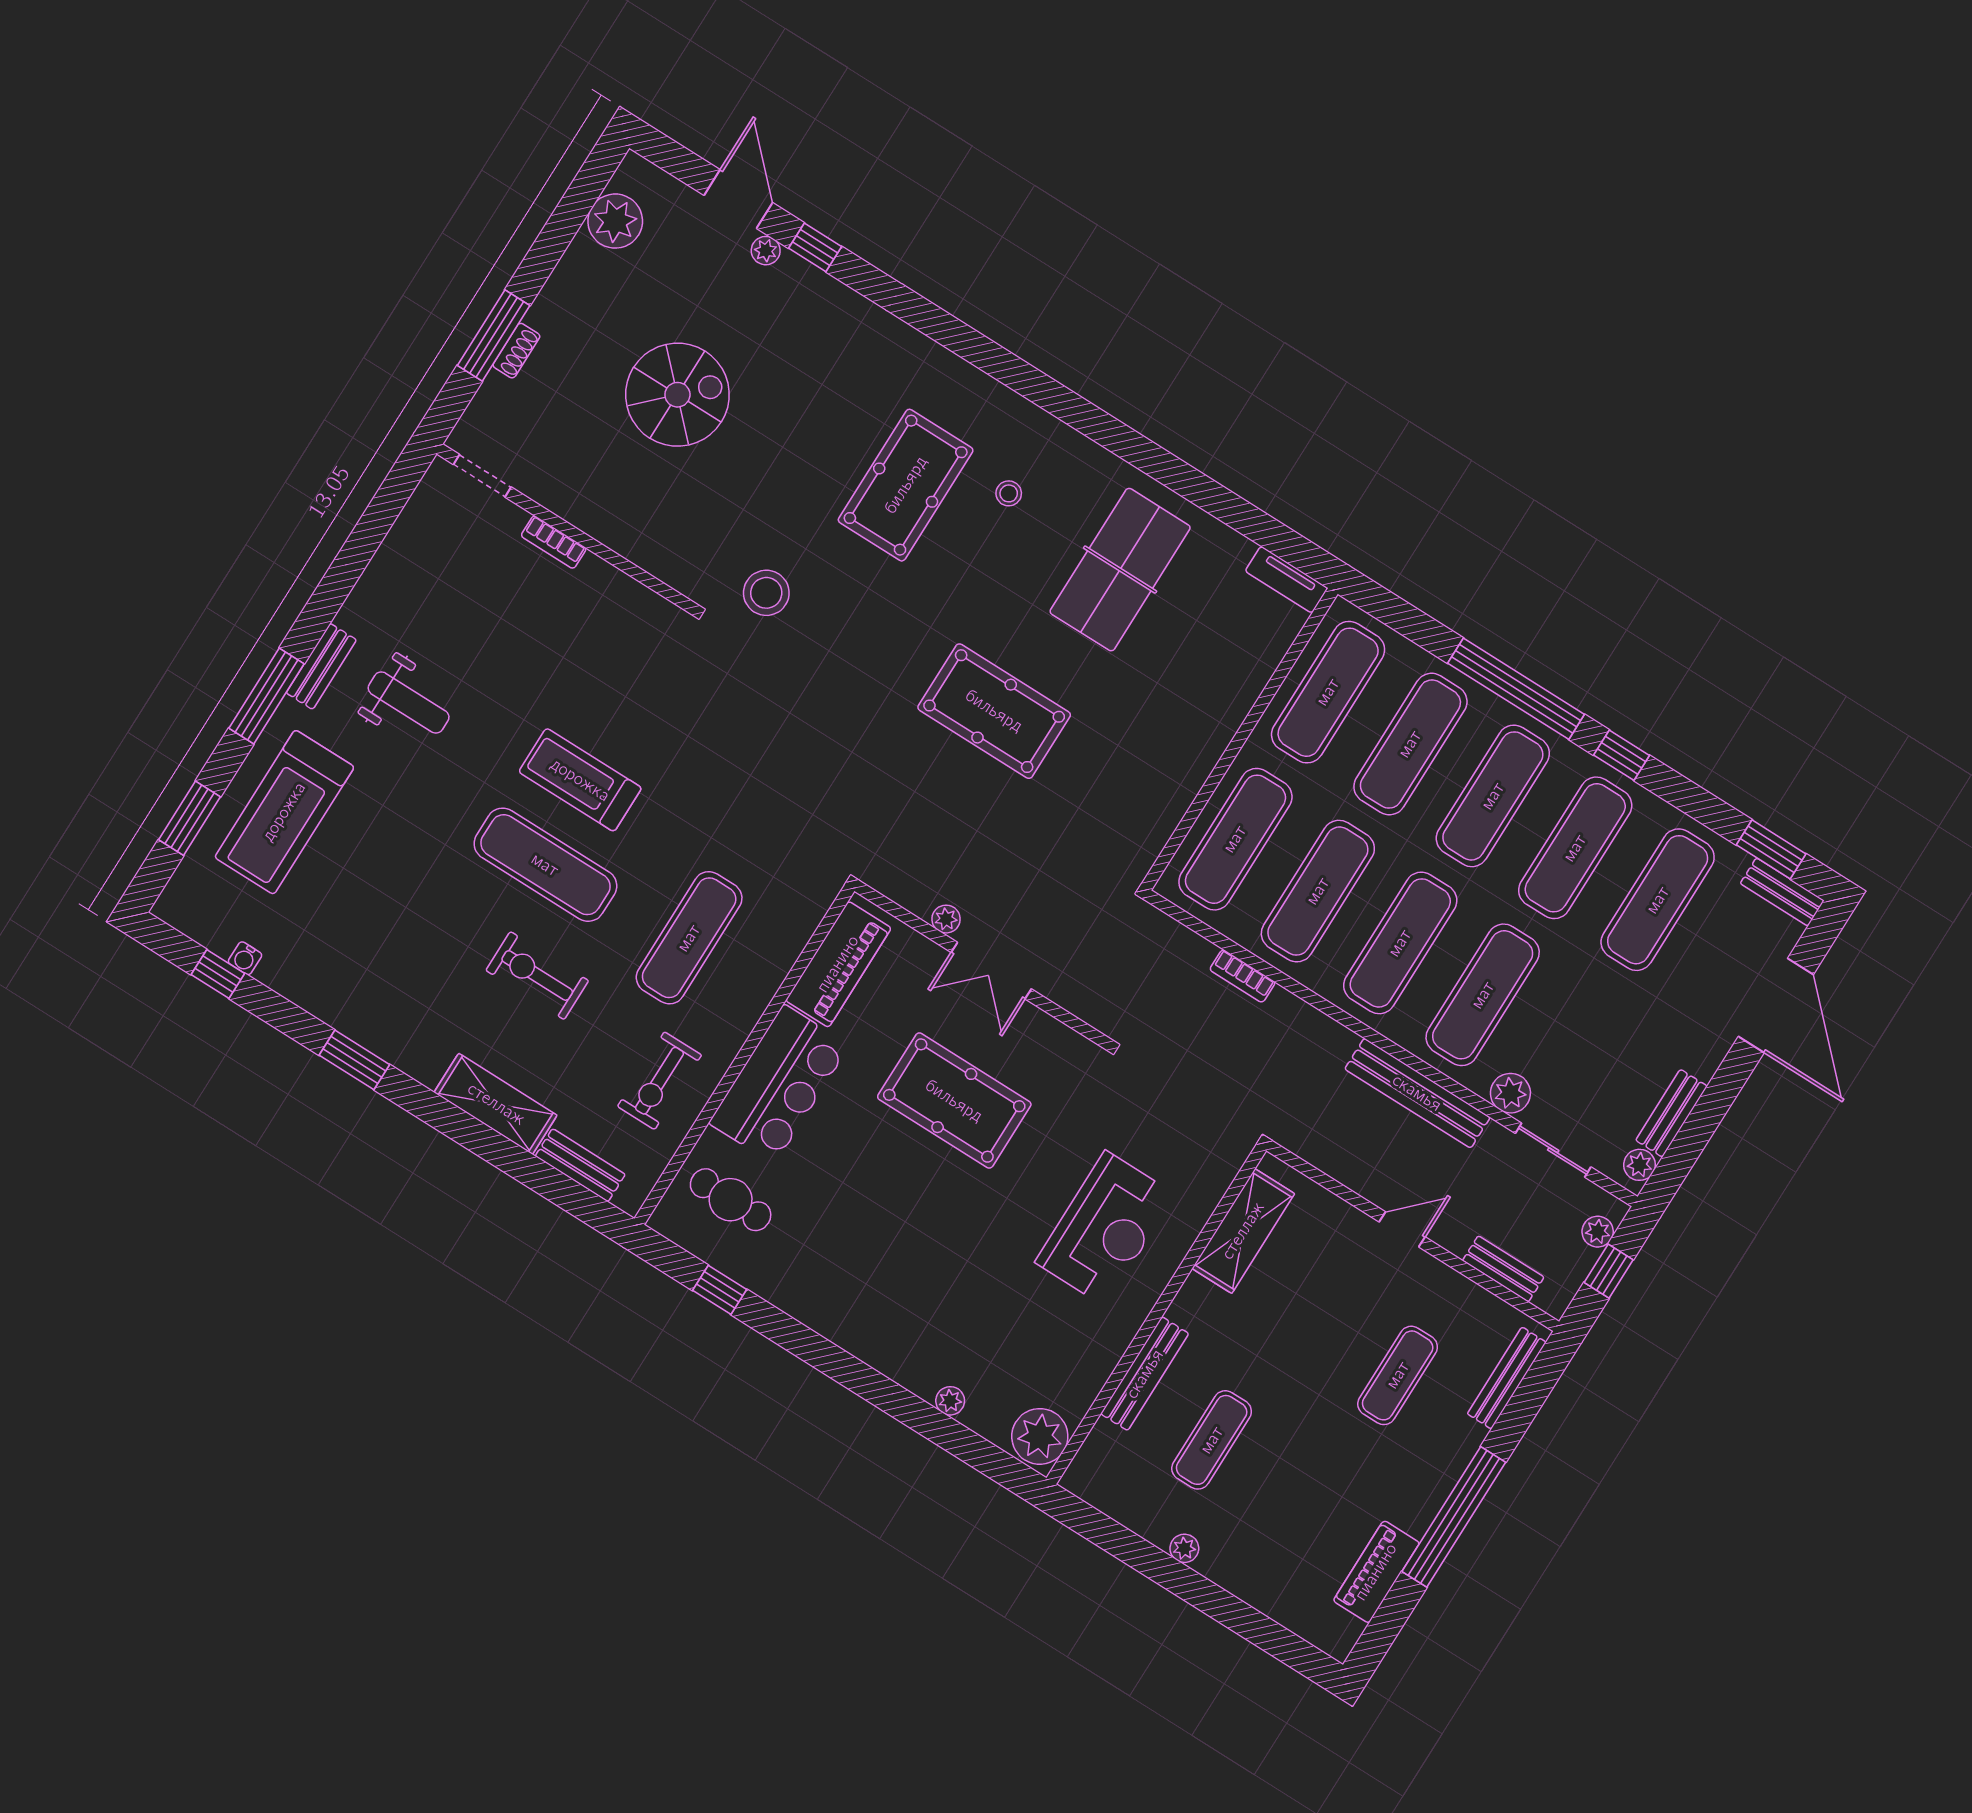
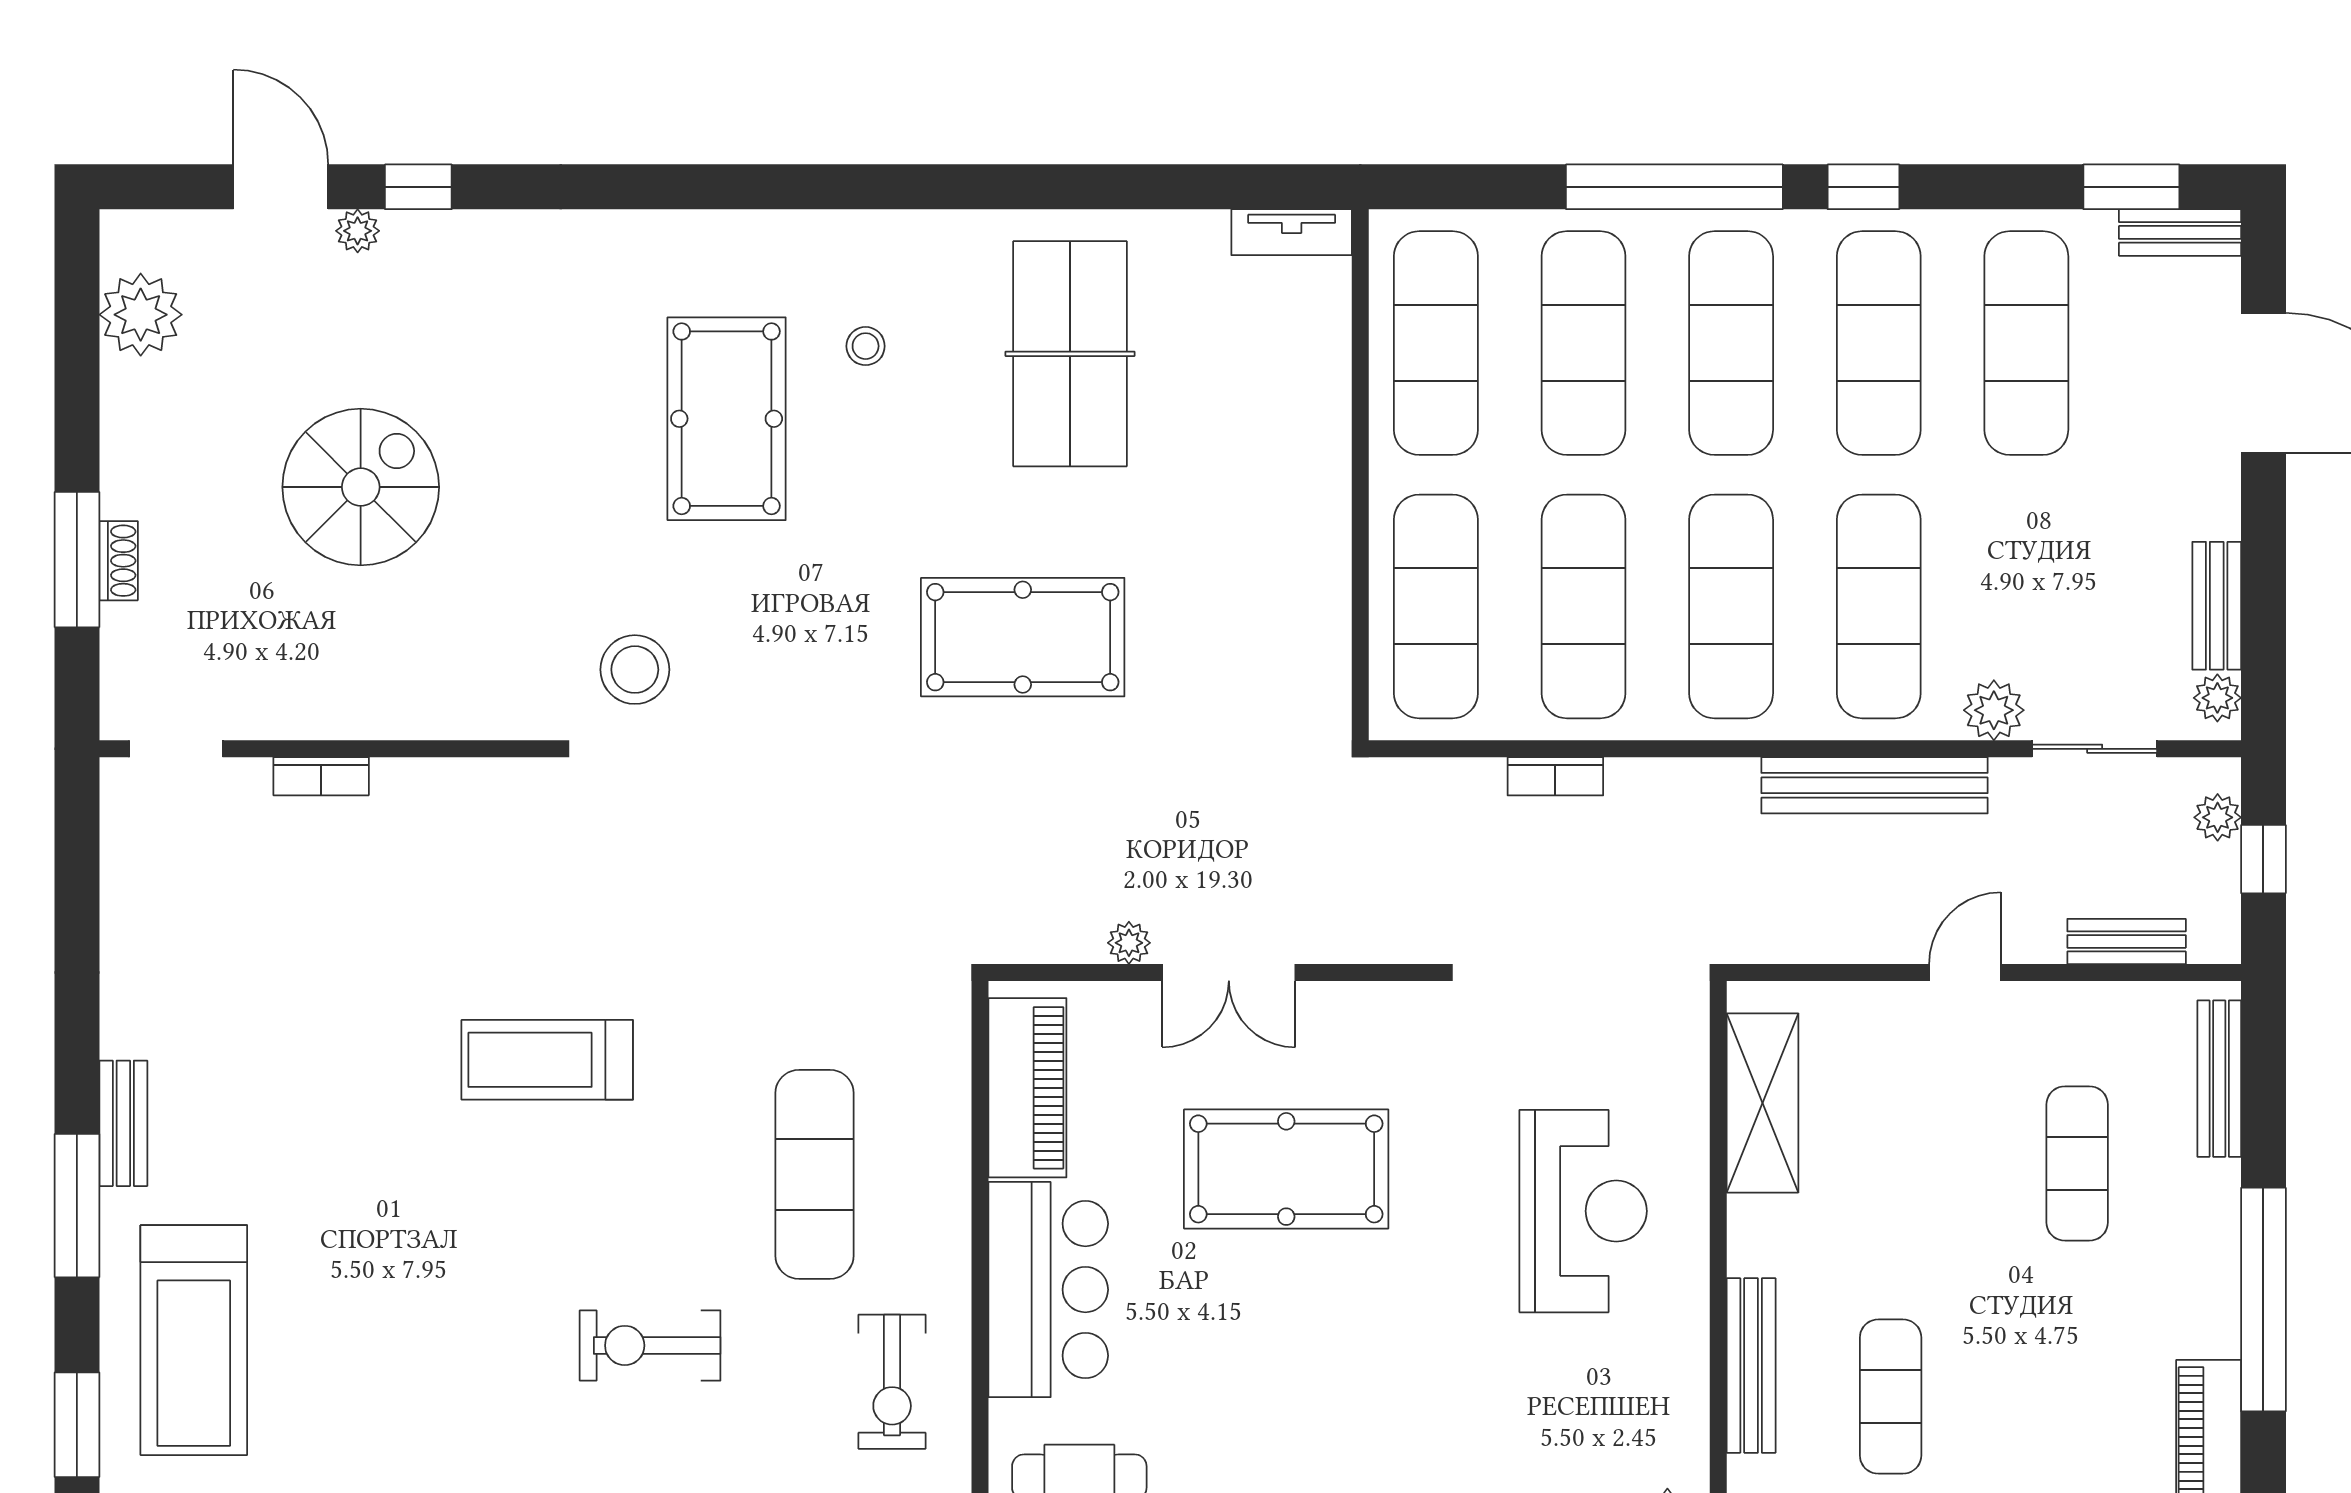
weight bench: (409, 703) -> (265, 1099), removed
exercise mat: (545, 865) -> (571, 1197), removed

